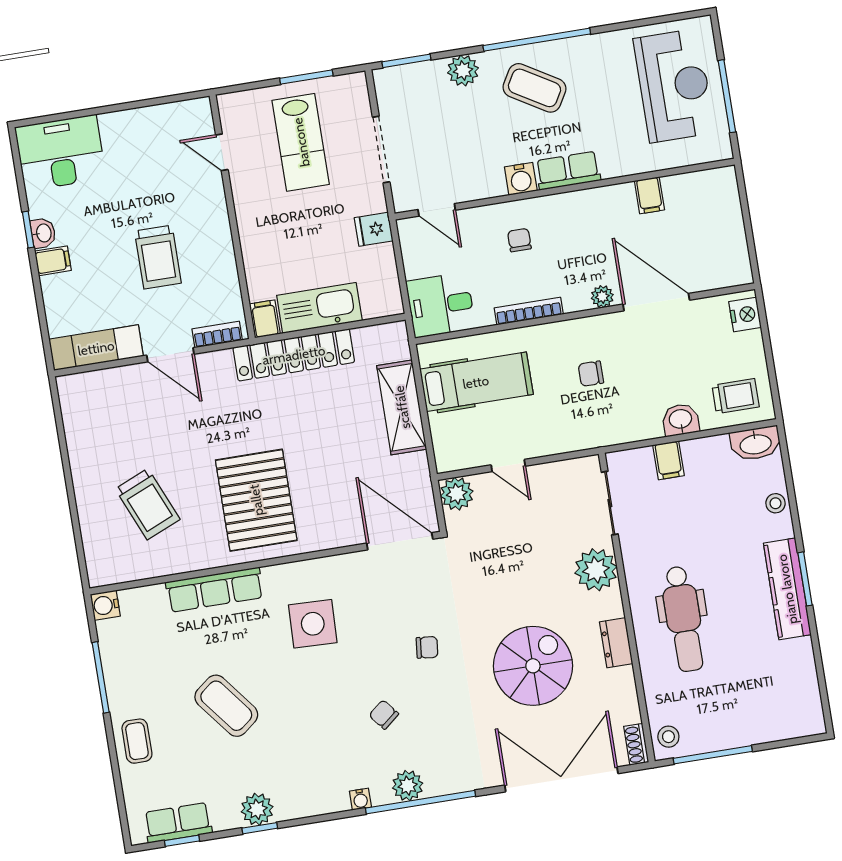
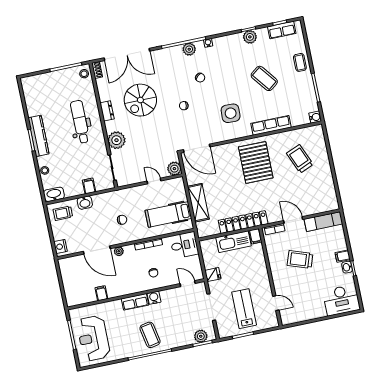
plant: (463, 70) -> (201, 336), moved
coffee table: (535, 88) -> (150, 335), turned 48
trolley: (158, 257) -> (300, 259), turned -71

